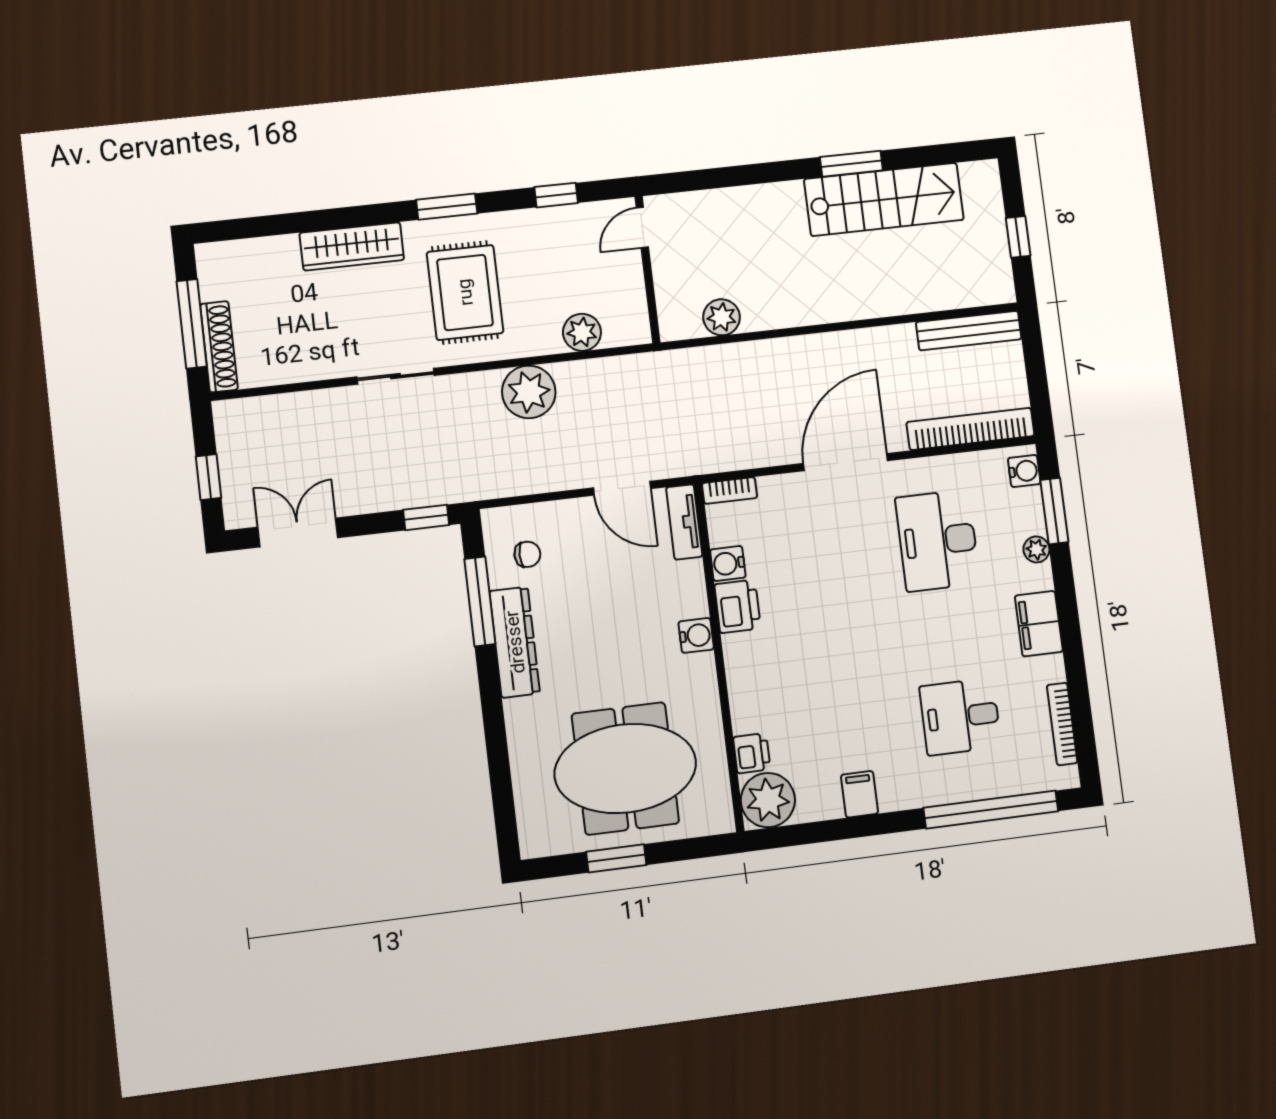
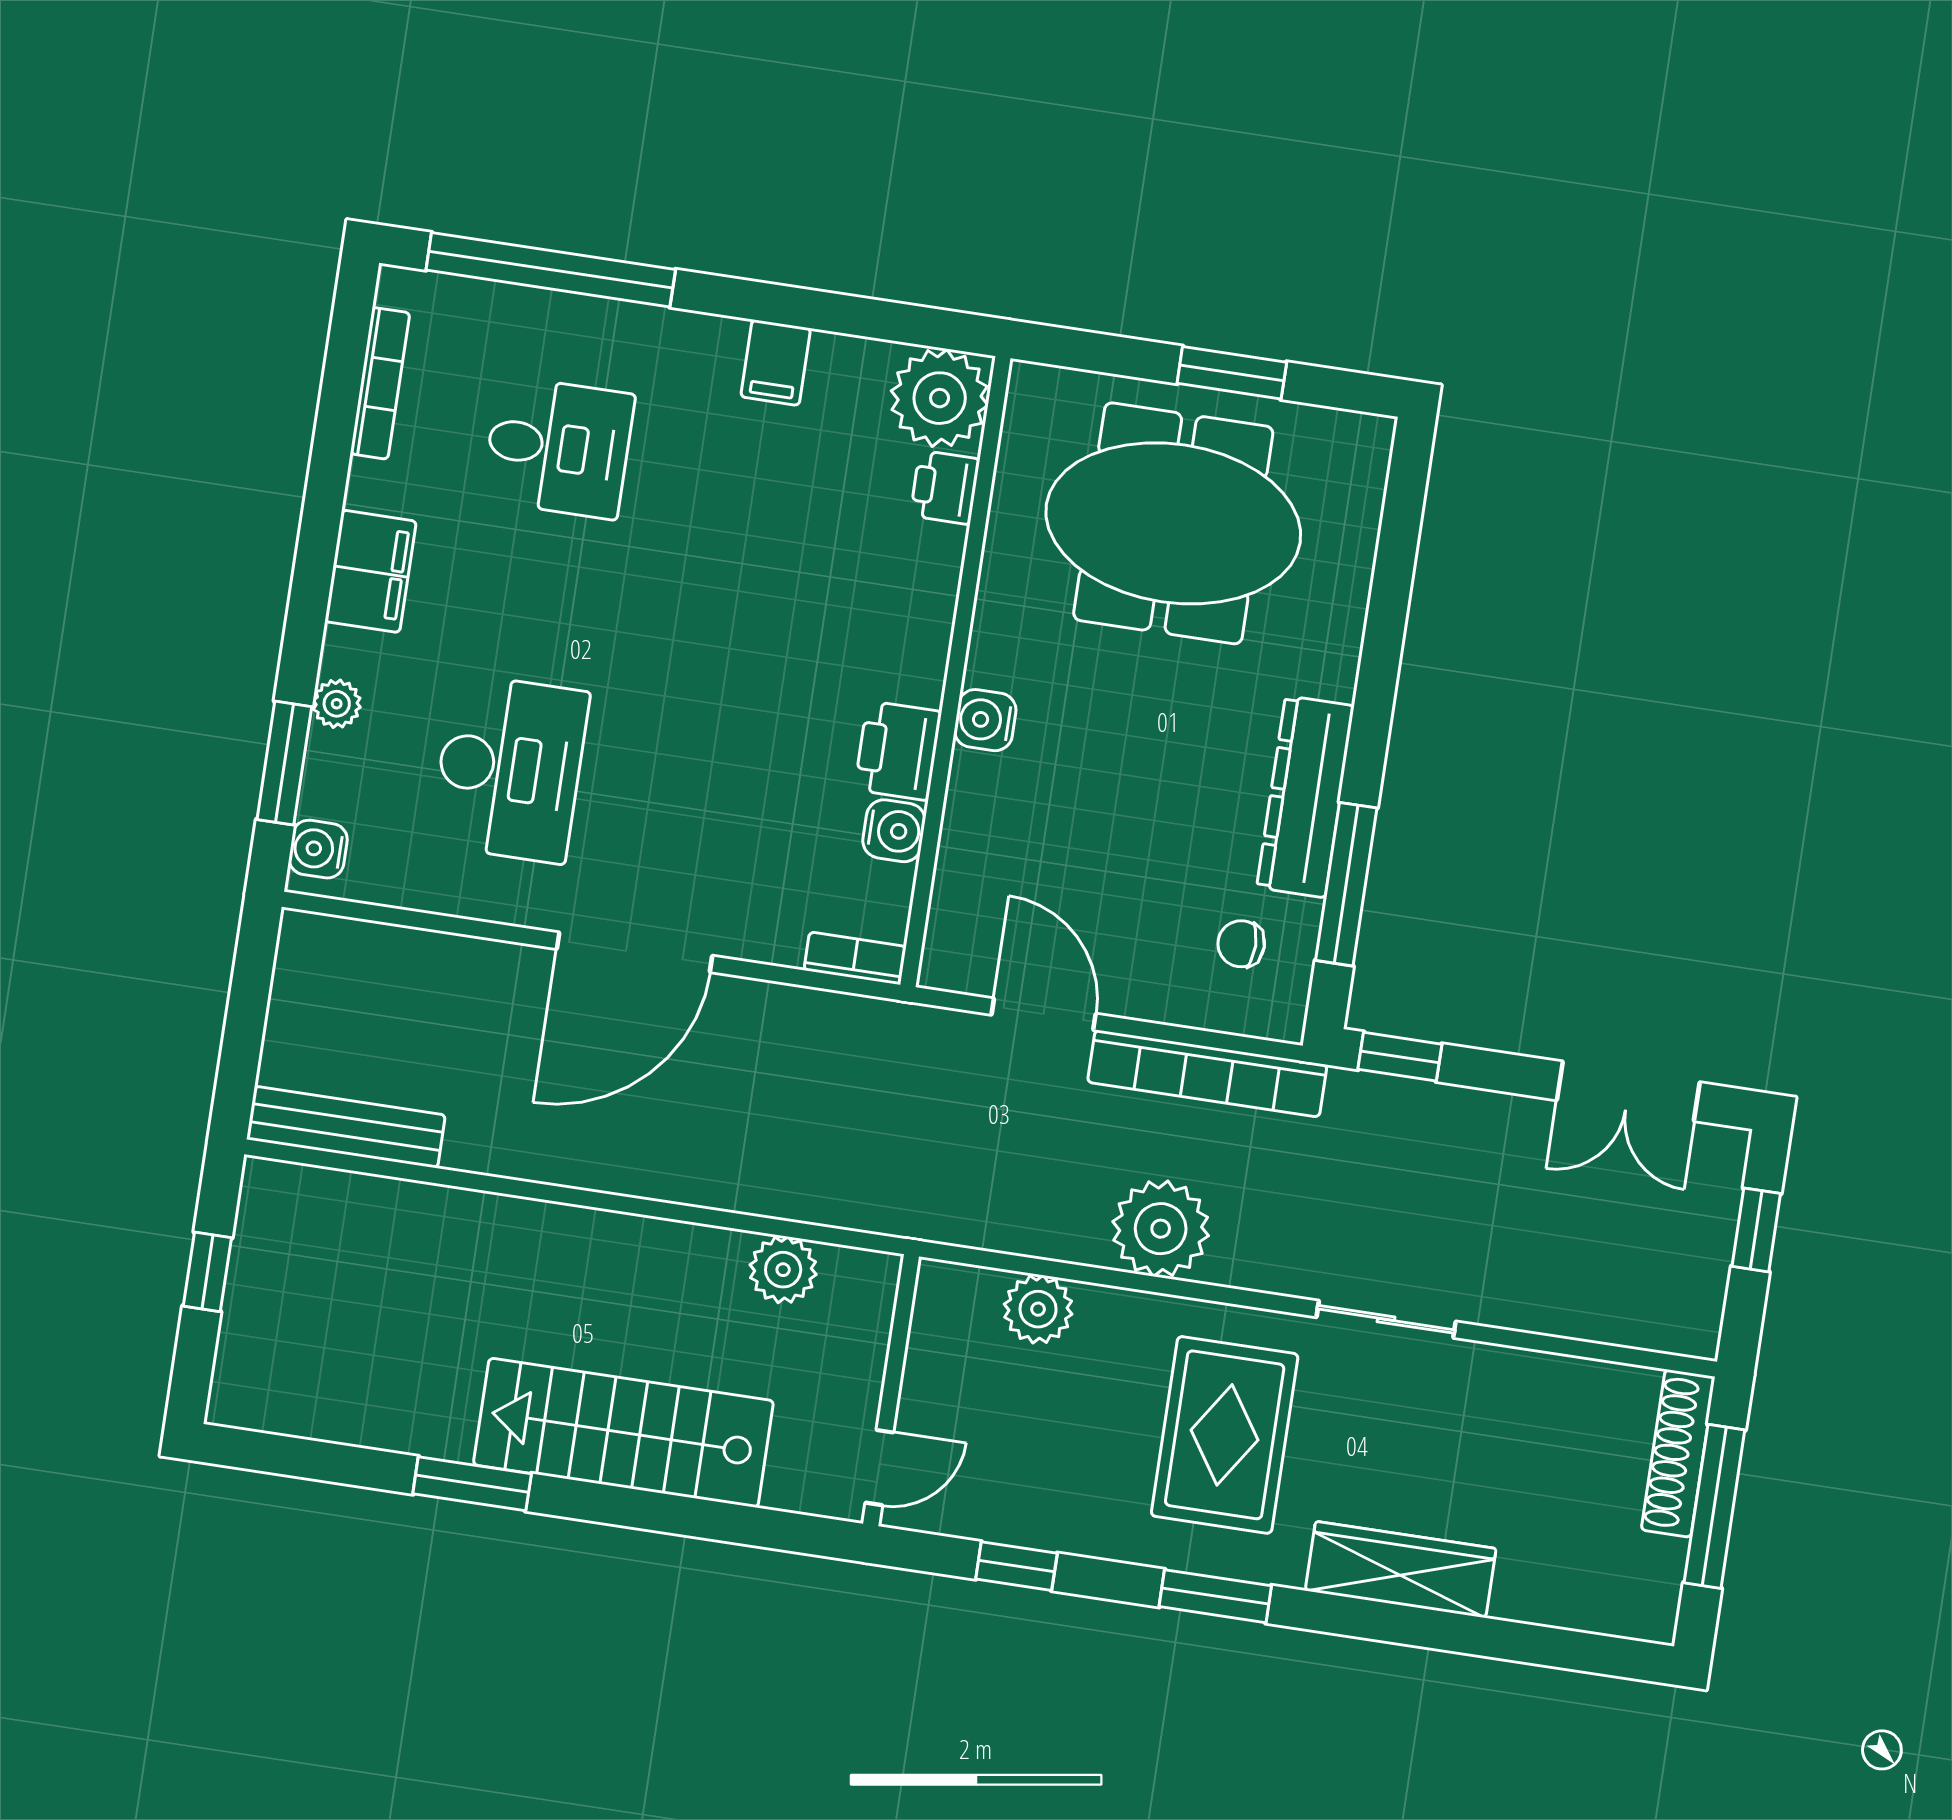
stairs: (884, 199) -> (623, 1433), moved
bookcase: (970, 429) -> (1207, 1073), moved
tv unit: (684, 522) -> (951, 925), removed

